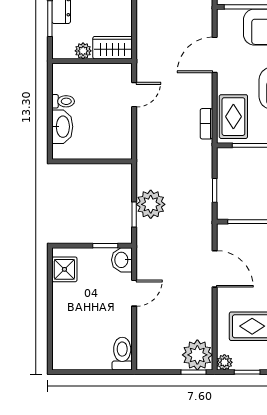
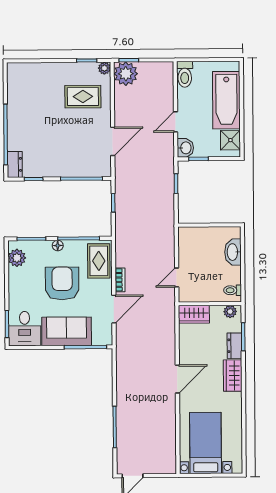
plant: (83, 51) -> (230, 312), moved
toilet: (63, 101) -> (233, 290), moved
bookcase: (206, 124) -> (120, 280), moved
plant: (151, 204) -> (163, 192), removed
door: (215, 269) -> (113, 141), swing flipped
bathtub: (69, 320) -> (226, 100), added

